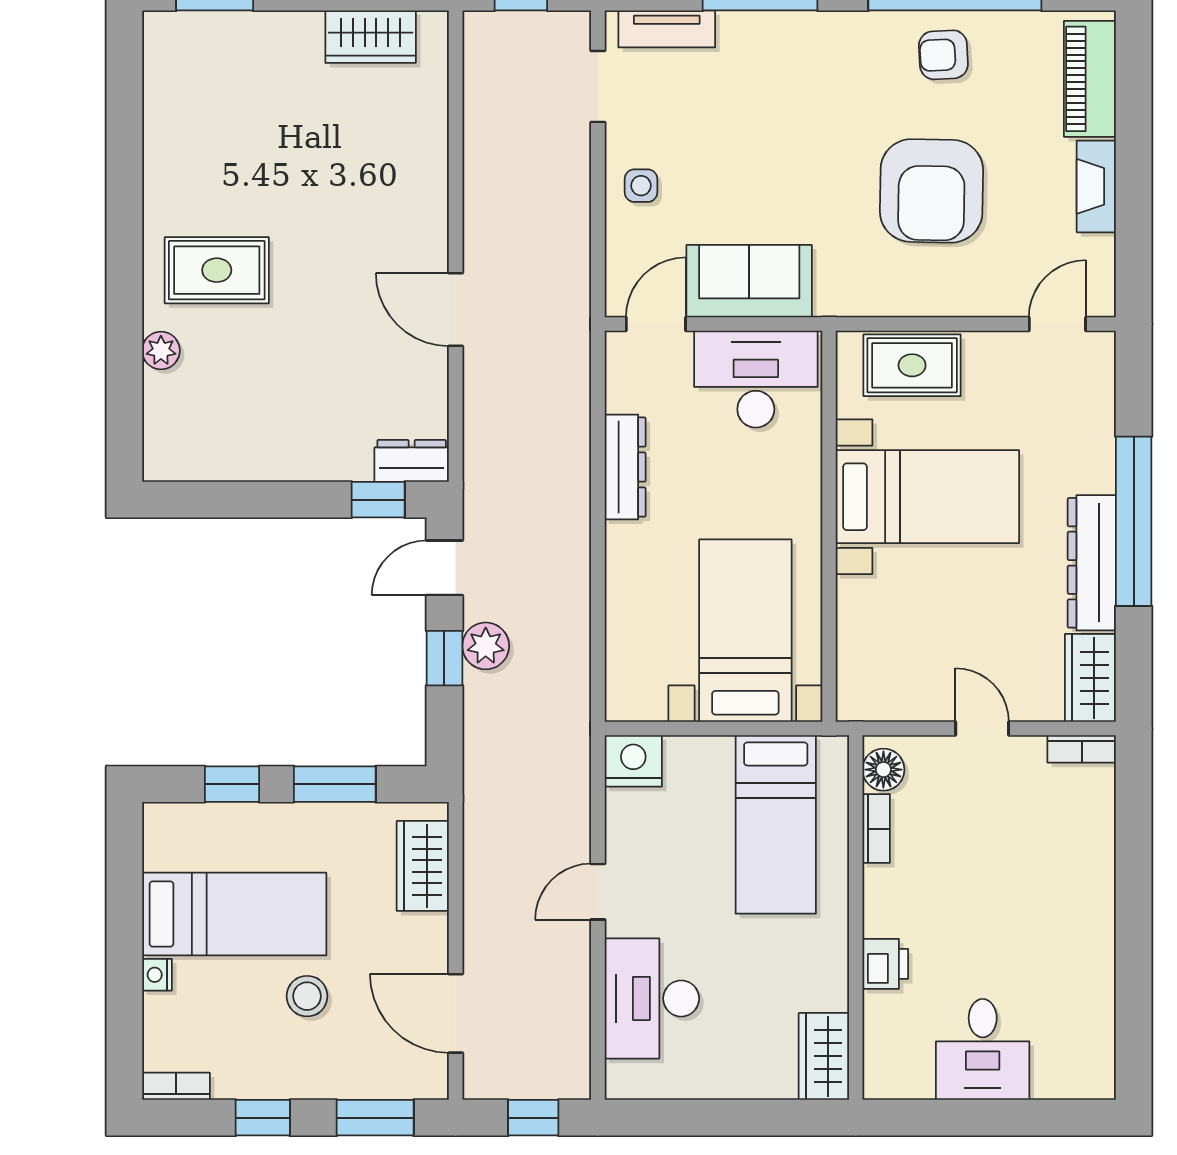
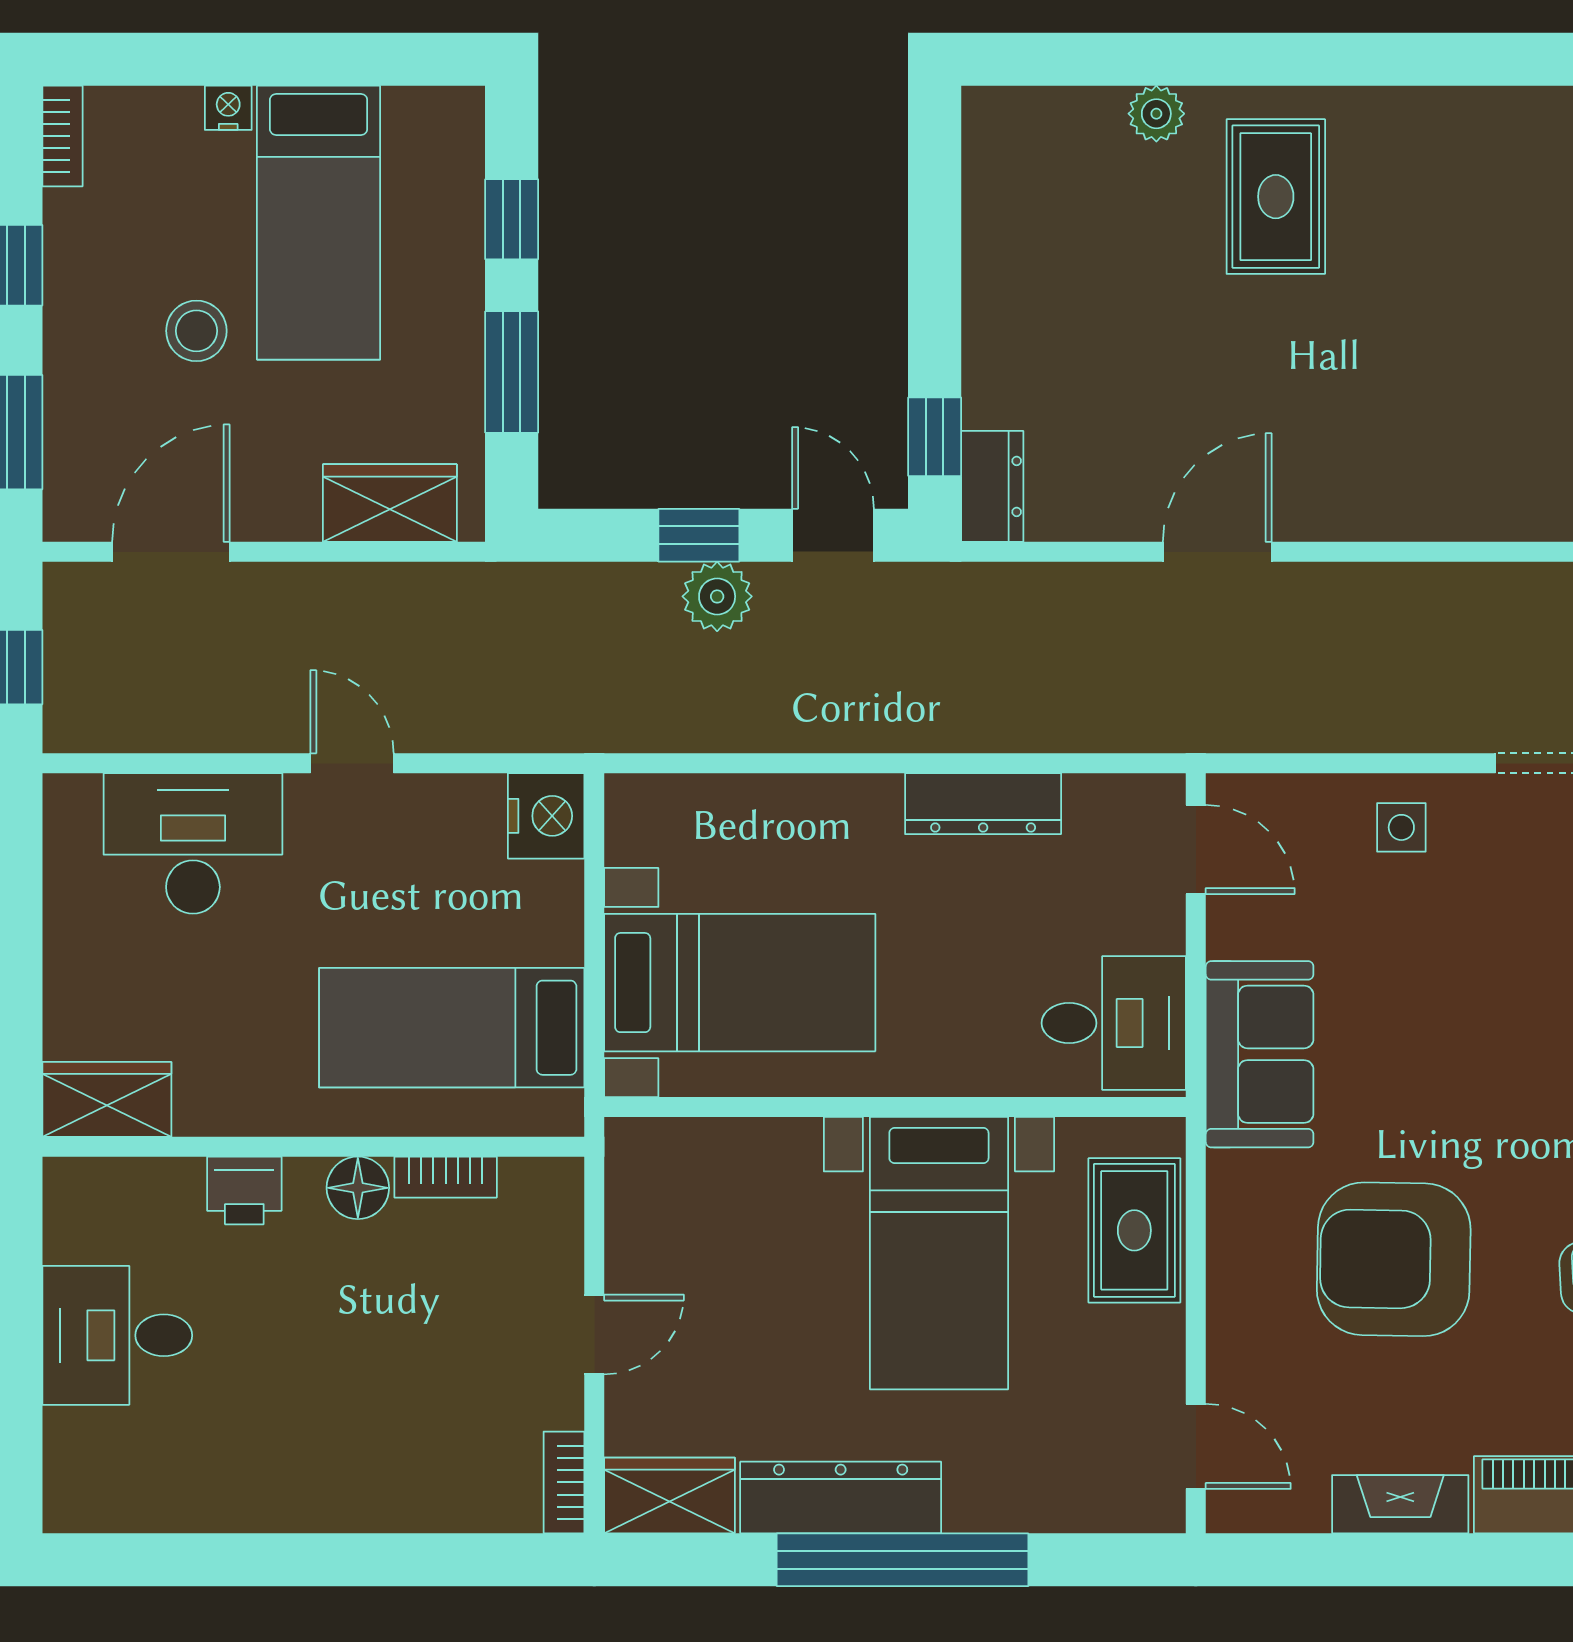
sofa: (749, 281) -> (1260, 1054), moved
desk: (756, 379) -> (1114, 1023), width x0.73
floor lamp: (883, 770) -> (358, 1188), moved

